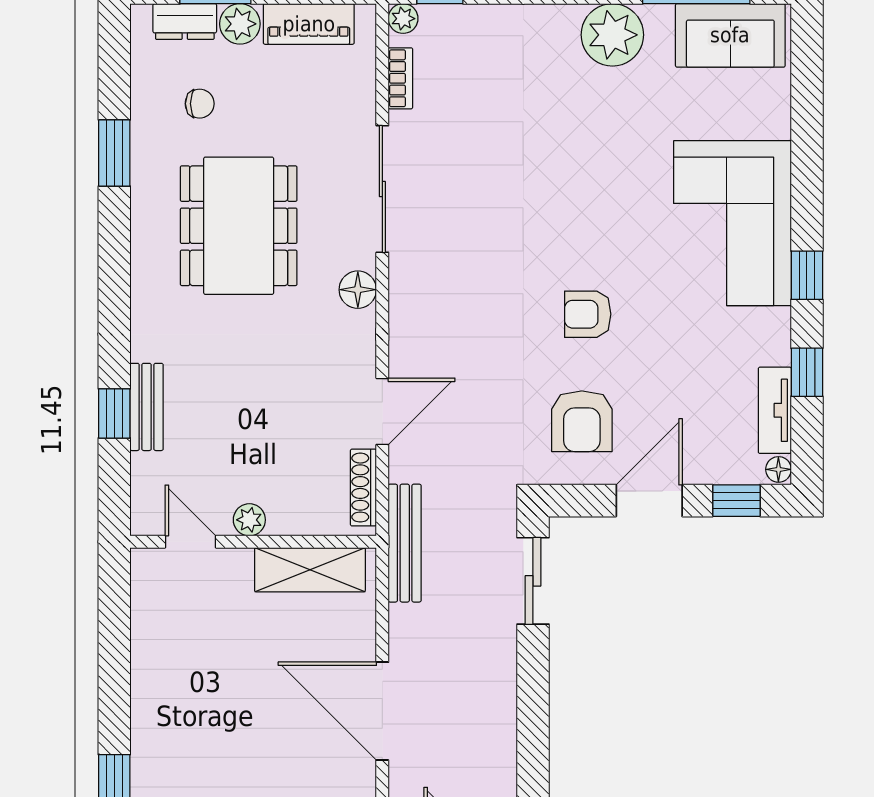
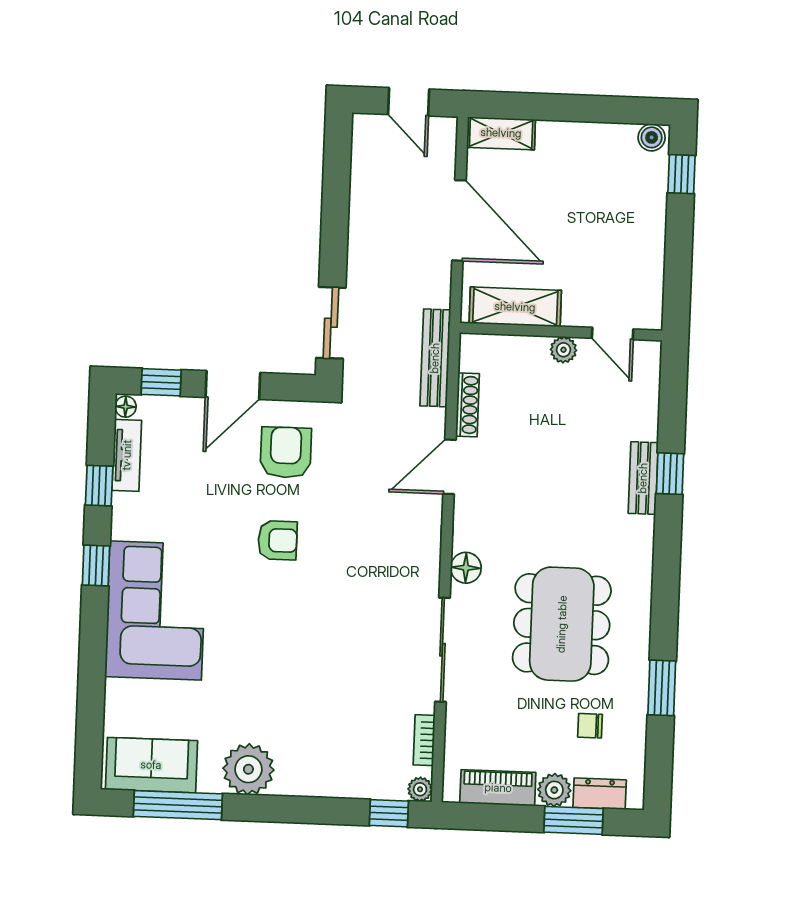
plant: (249, 520) -> (563, 350), moved
door: (191, 542) -> (613, 334), moved
wall: (253, 542) -> (561, 332), moved
shelving: (310, 570) -> (515, 307), moved

